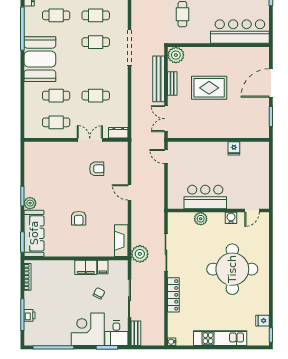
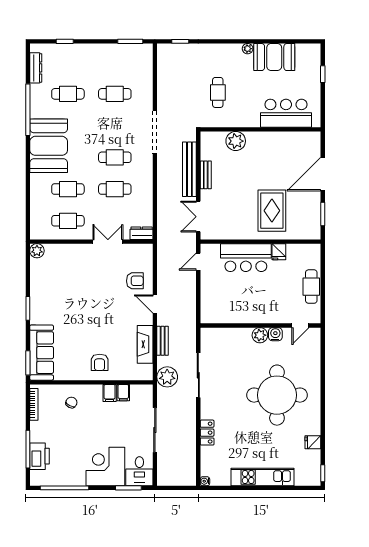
bar counter: (240, 32) -> (286, 113), width x0.73
cafe table: (96, 42) -> (115, 157), moved
plant: (176, 55) -> (236, 141), moved
rug: (209, 88) -> (272, 211), moved, turned 90
door: (166, 157) -> (198, 262), hinge flipped
armchair: (97, 169) -> (135, 281), moved
cafe table: (261, 178) -> (311, 287), added
bar counter: (205, 197) -> (246, 258), moved, turned 180
plant: (30, 203) -> (37, 251), moved
armchair: (79, 218) -> (100, 362), moved
plant: (201, 219) -> (260, 335), moved
fireplace: (121, 241) -> (145, 344), moved
filing cabinet: (86, 267) -> (110, 393), width x0.50
chair: (99, 293) -> (71, 403), moved
locker: (173, 295) -> (207, 433), width x0.66
printer: (30, 315) -> (39, 456), width x1.87, depth x1.48
fridge: (263, 321) -> (313, 442), moved
bench: (136, 333) -> (163, 341), moved

